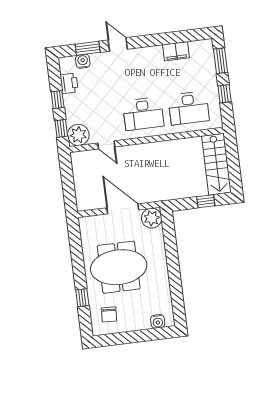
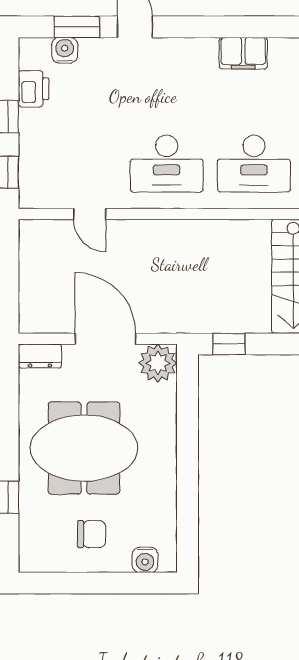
plant: (78, 135) -> (39, 188), removed
window: (206, 201) -> (229, 344), moved
dresser: (90, 222) -> (40, 356), added
chair: (109, 314) -> (92, 534), moved, turned -93

